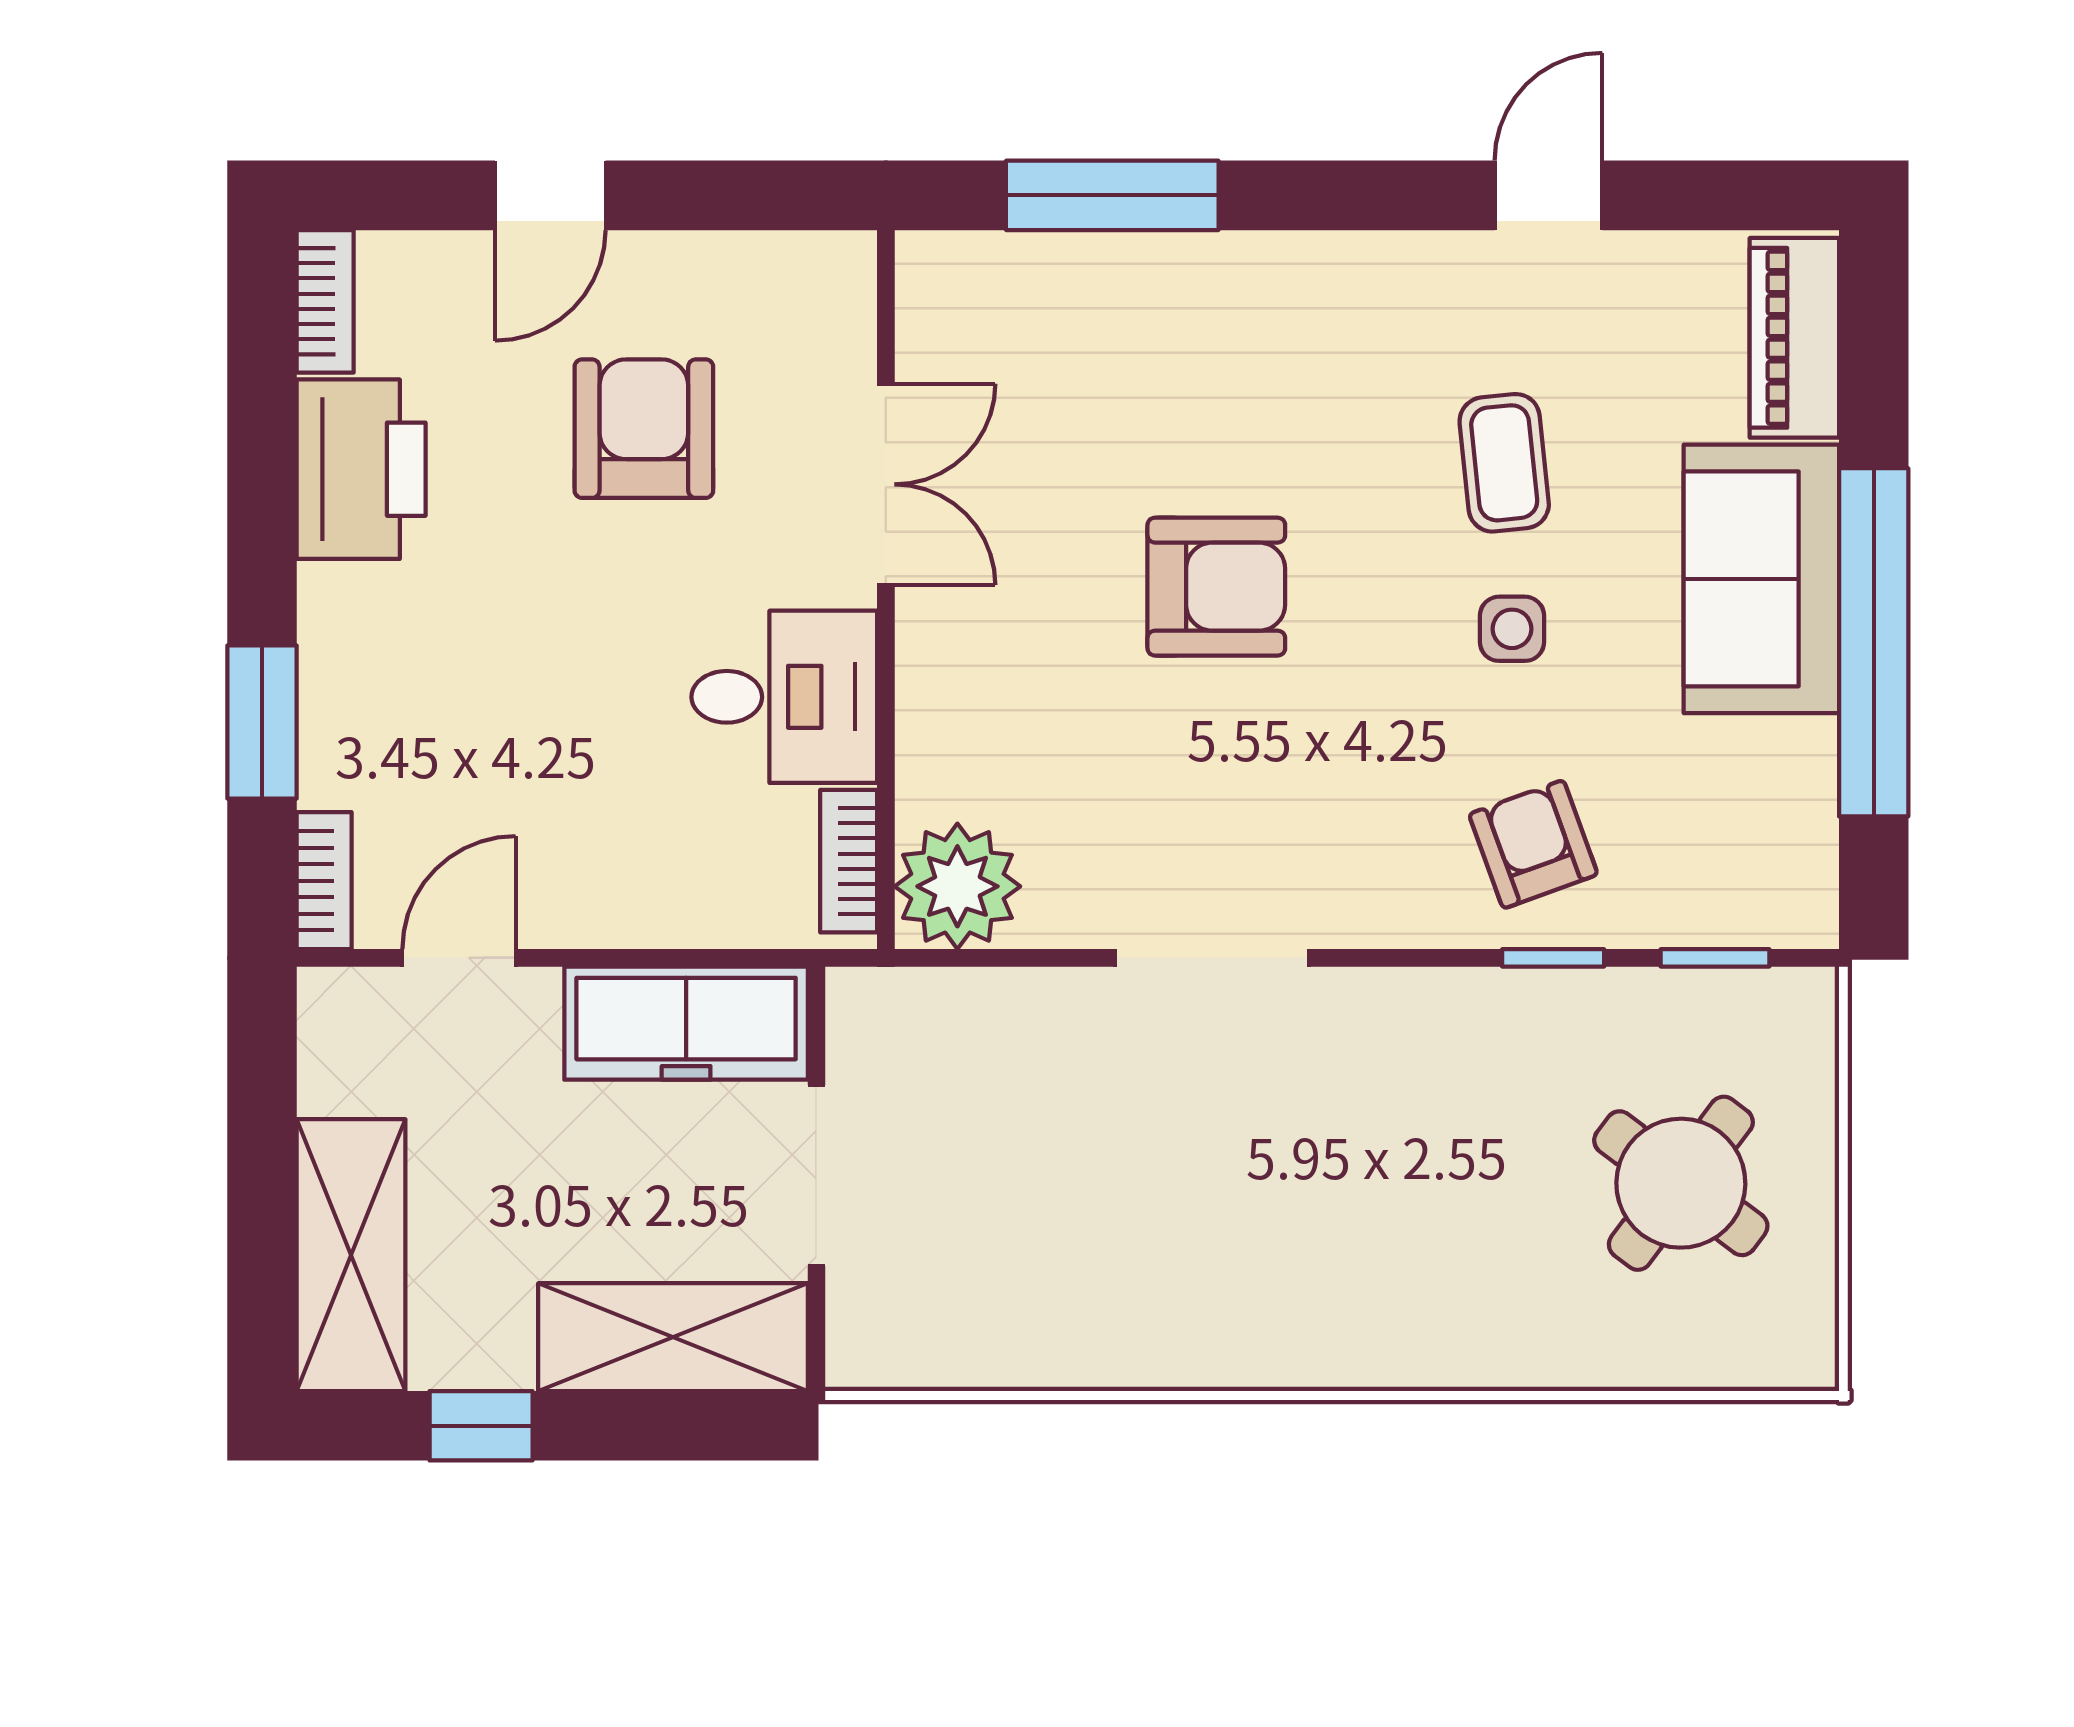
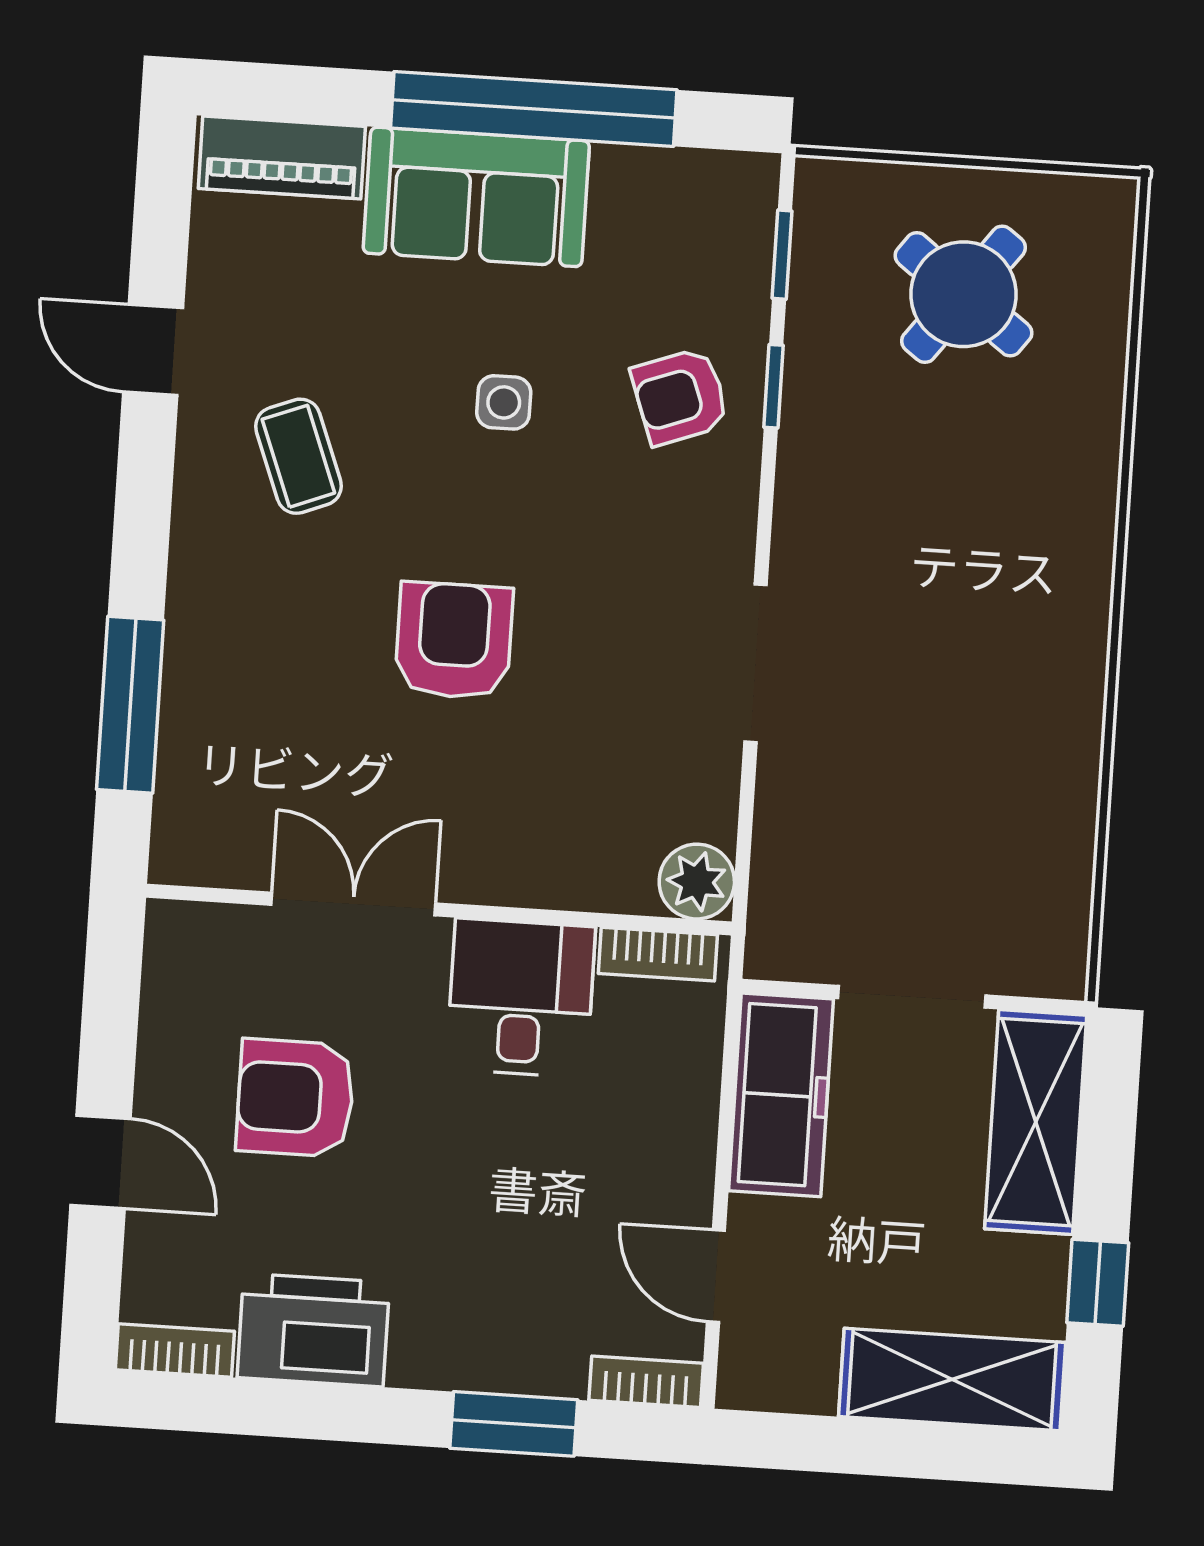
coffee table: (1504, 463) -> (298, 456), moved, turned 75
plant: (957, 886) -> (697, 882), width x0.73, depth x0.73

